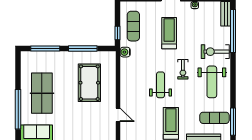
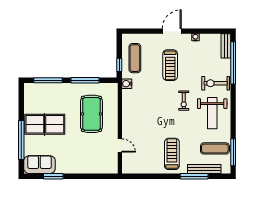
treadmill: (169, 33) -> (170, 65), turned 180
weight bench: (161, 85) -> (162, 116), removed
table tennis table: (42, 93) -> (45, 124), turned 90

